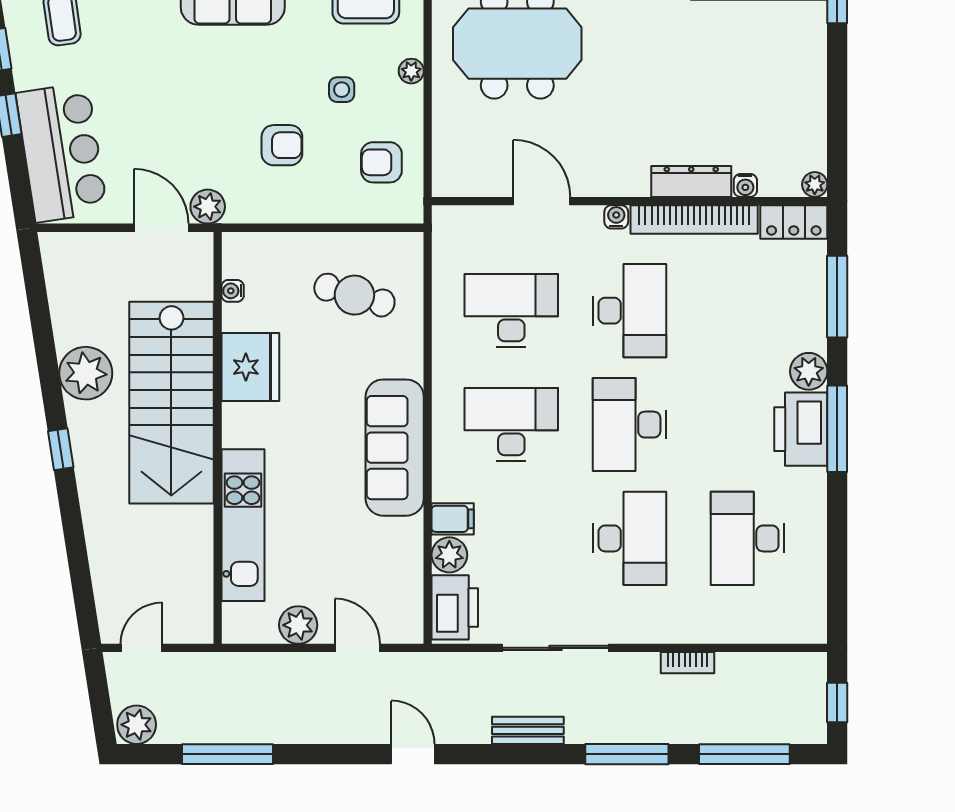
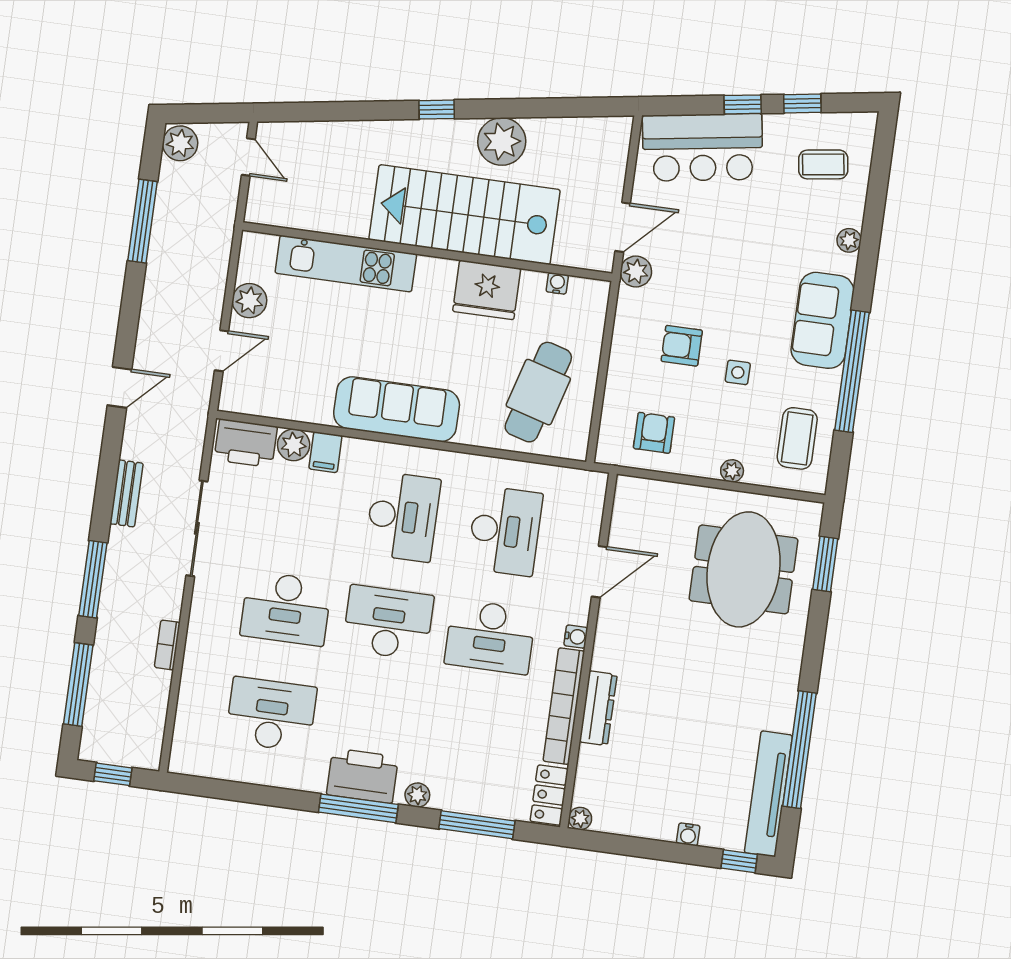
side table: (342, 90) -> (738, 372), moved
armchair: (282, 145) -> (682, 346), turned 90
water cooler: (745, 185) -> (688, 834), moved, turned -90
cafe table: (354, 295) -> (538, 392), width x1.37, depth x1.35
plant: (809, 371) -> (417, 795), width x0.73, depth x0.73

